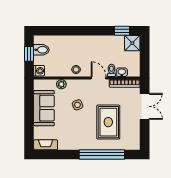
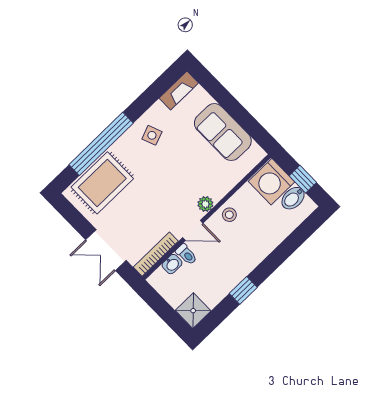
window: (122, 31) -> (243, 290), moved
washing machine: (39, 71) -> (271, 182), width x1.89, depth x1.89
plant: (61, 84) -> (205, 204), moved
side table: (77, 105) -> (152, 135), moved
rug: (108, 122) -> (102, 183), moved, turned 90

